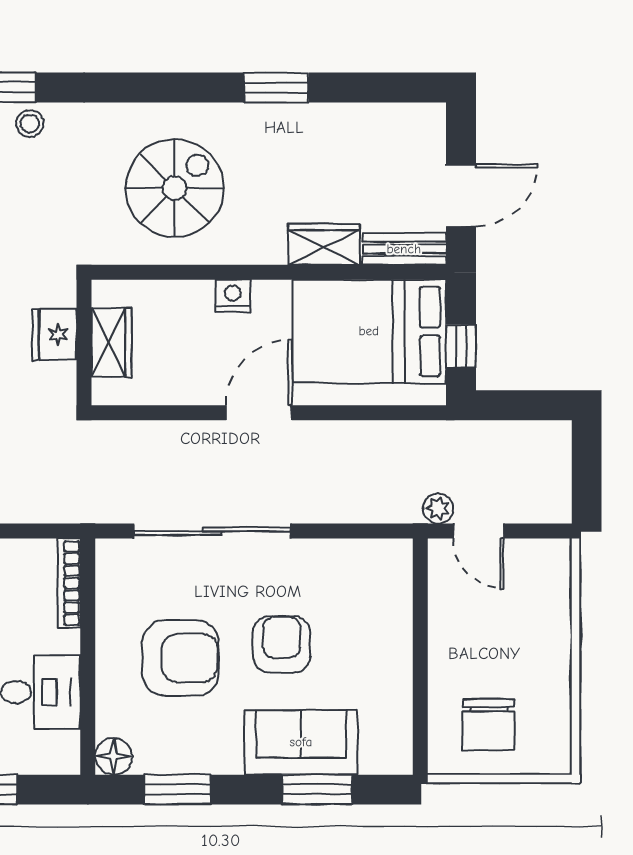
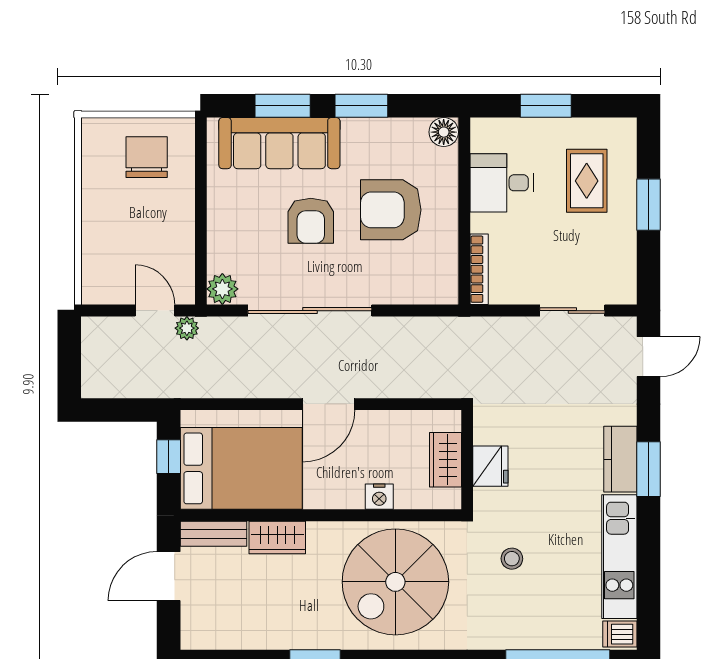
stool: (30, 124) -> (512, 559), moved
spiral stairs: (175, 188) -> (395, 582), width x1.37, depth x1.37
nightstand: (233, 296) -> (379, 497), moved
sliding door: (212, 531) -> (310, 311), moved
plant: (393, 558) -> (222, 289), added
sofa: (301, 742) -> (279, 143), width x1.36
window: (177, 790) -> (361, 106), moved

